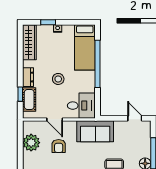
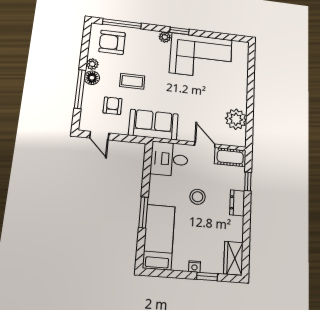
wardrobe: (29, 42) -> (233, 258), width x0.67
window: (97, 64) -> (143, 212), width x0.47
cot: (29, 99) -> (230, 157), moved, turned 90
armchair: (59, 146) -> (113, 106), moved

